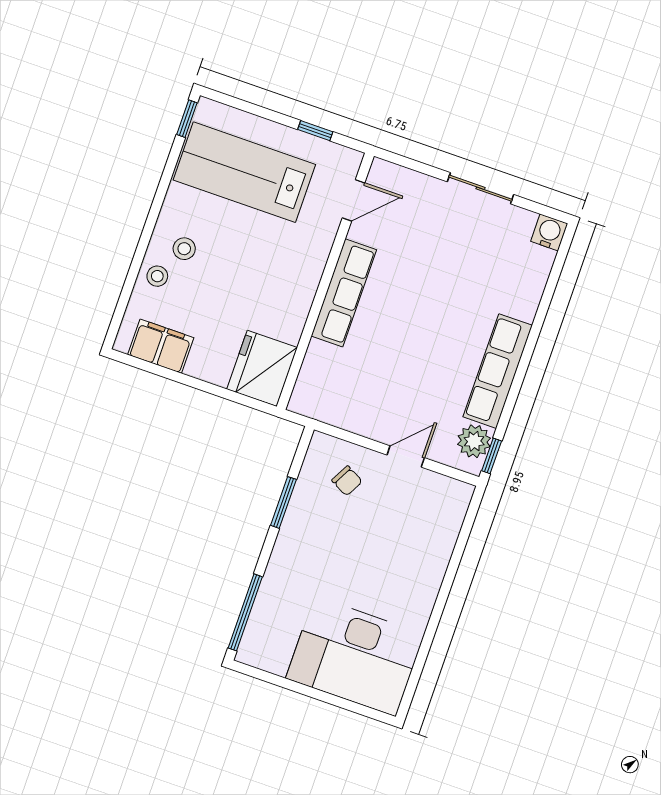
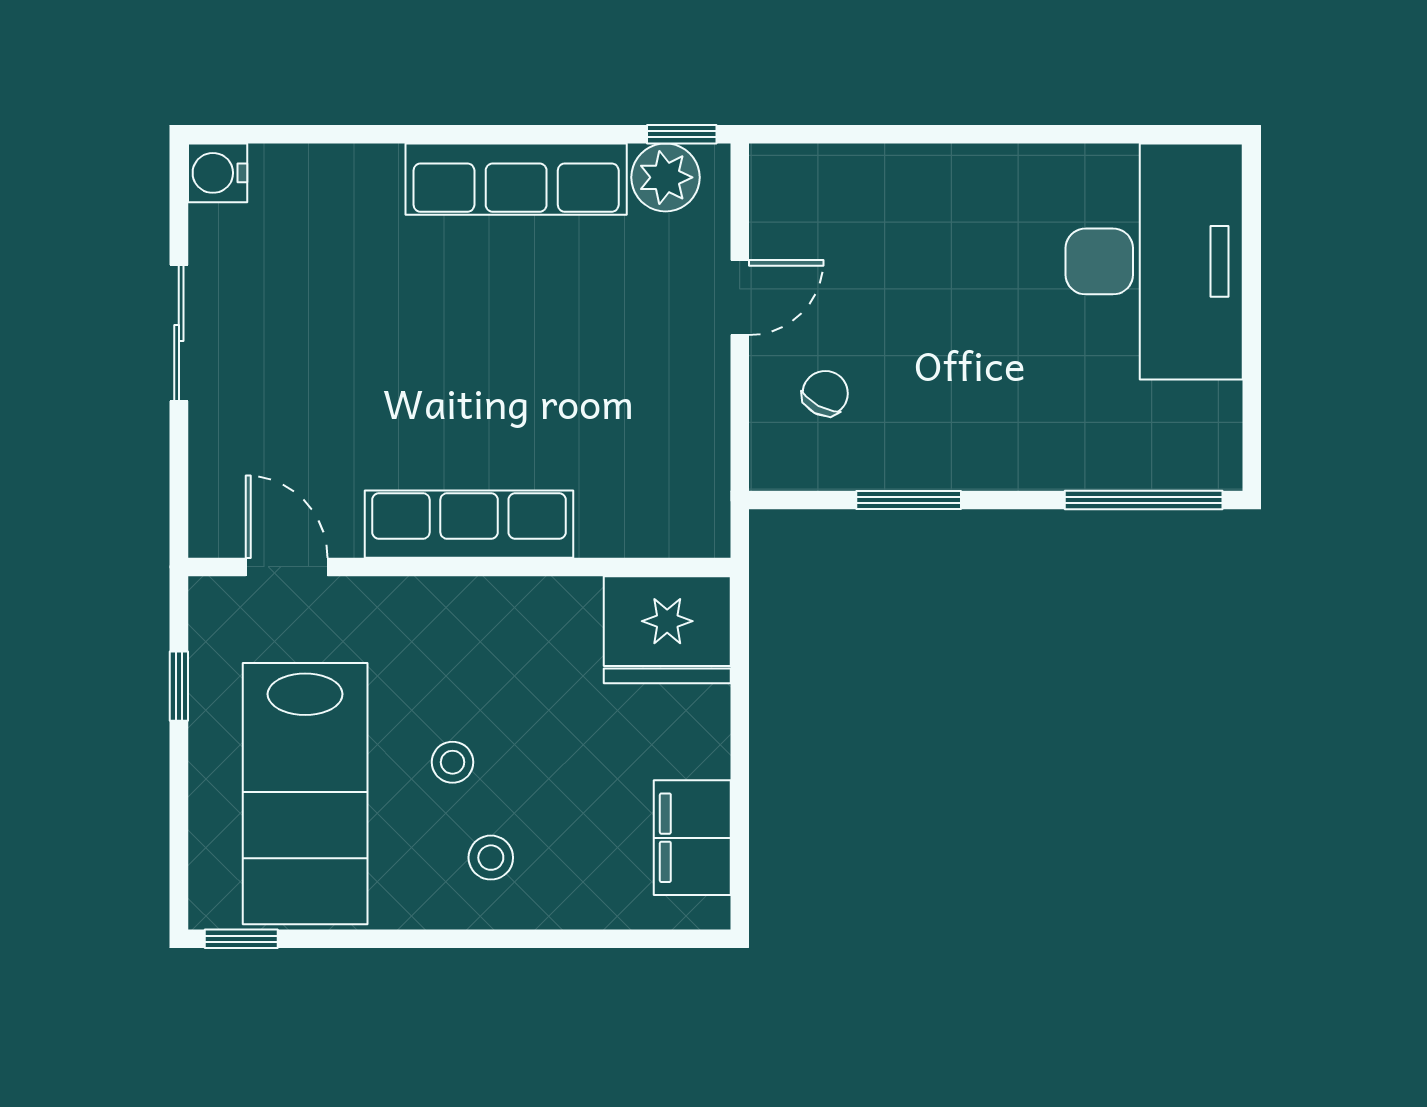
stool: (157, 276) -> (453, 762), moved
door: (406, 456) -> (740, 298), swing flipped

